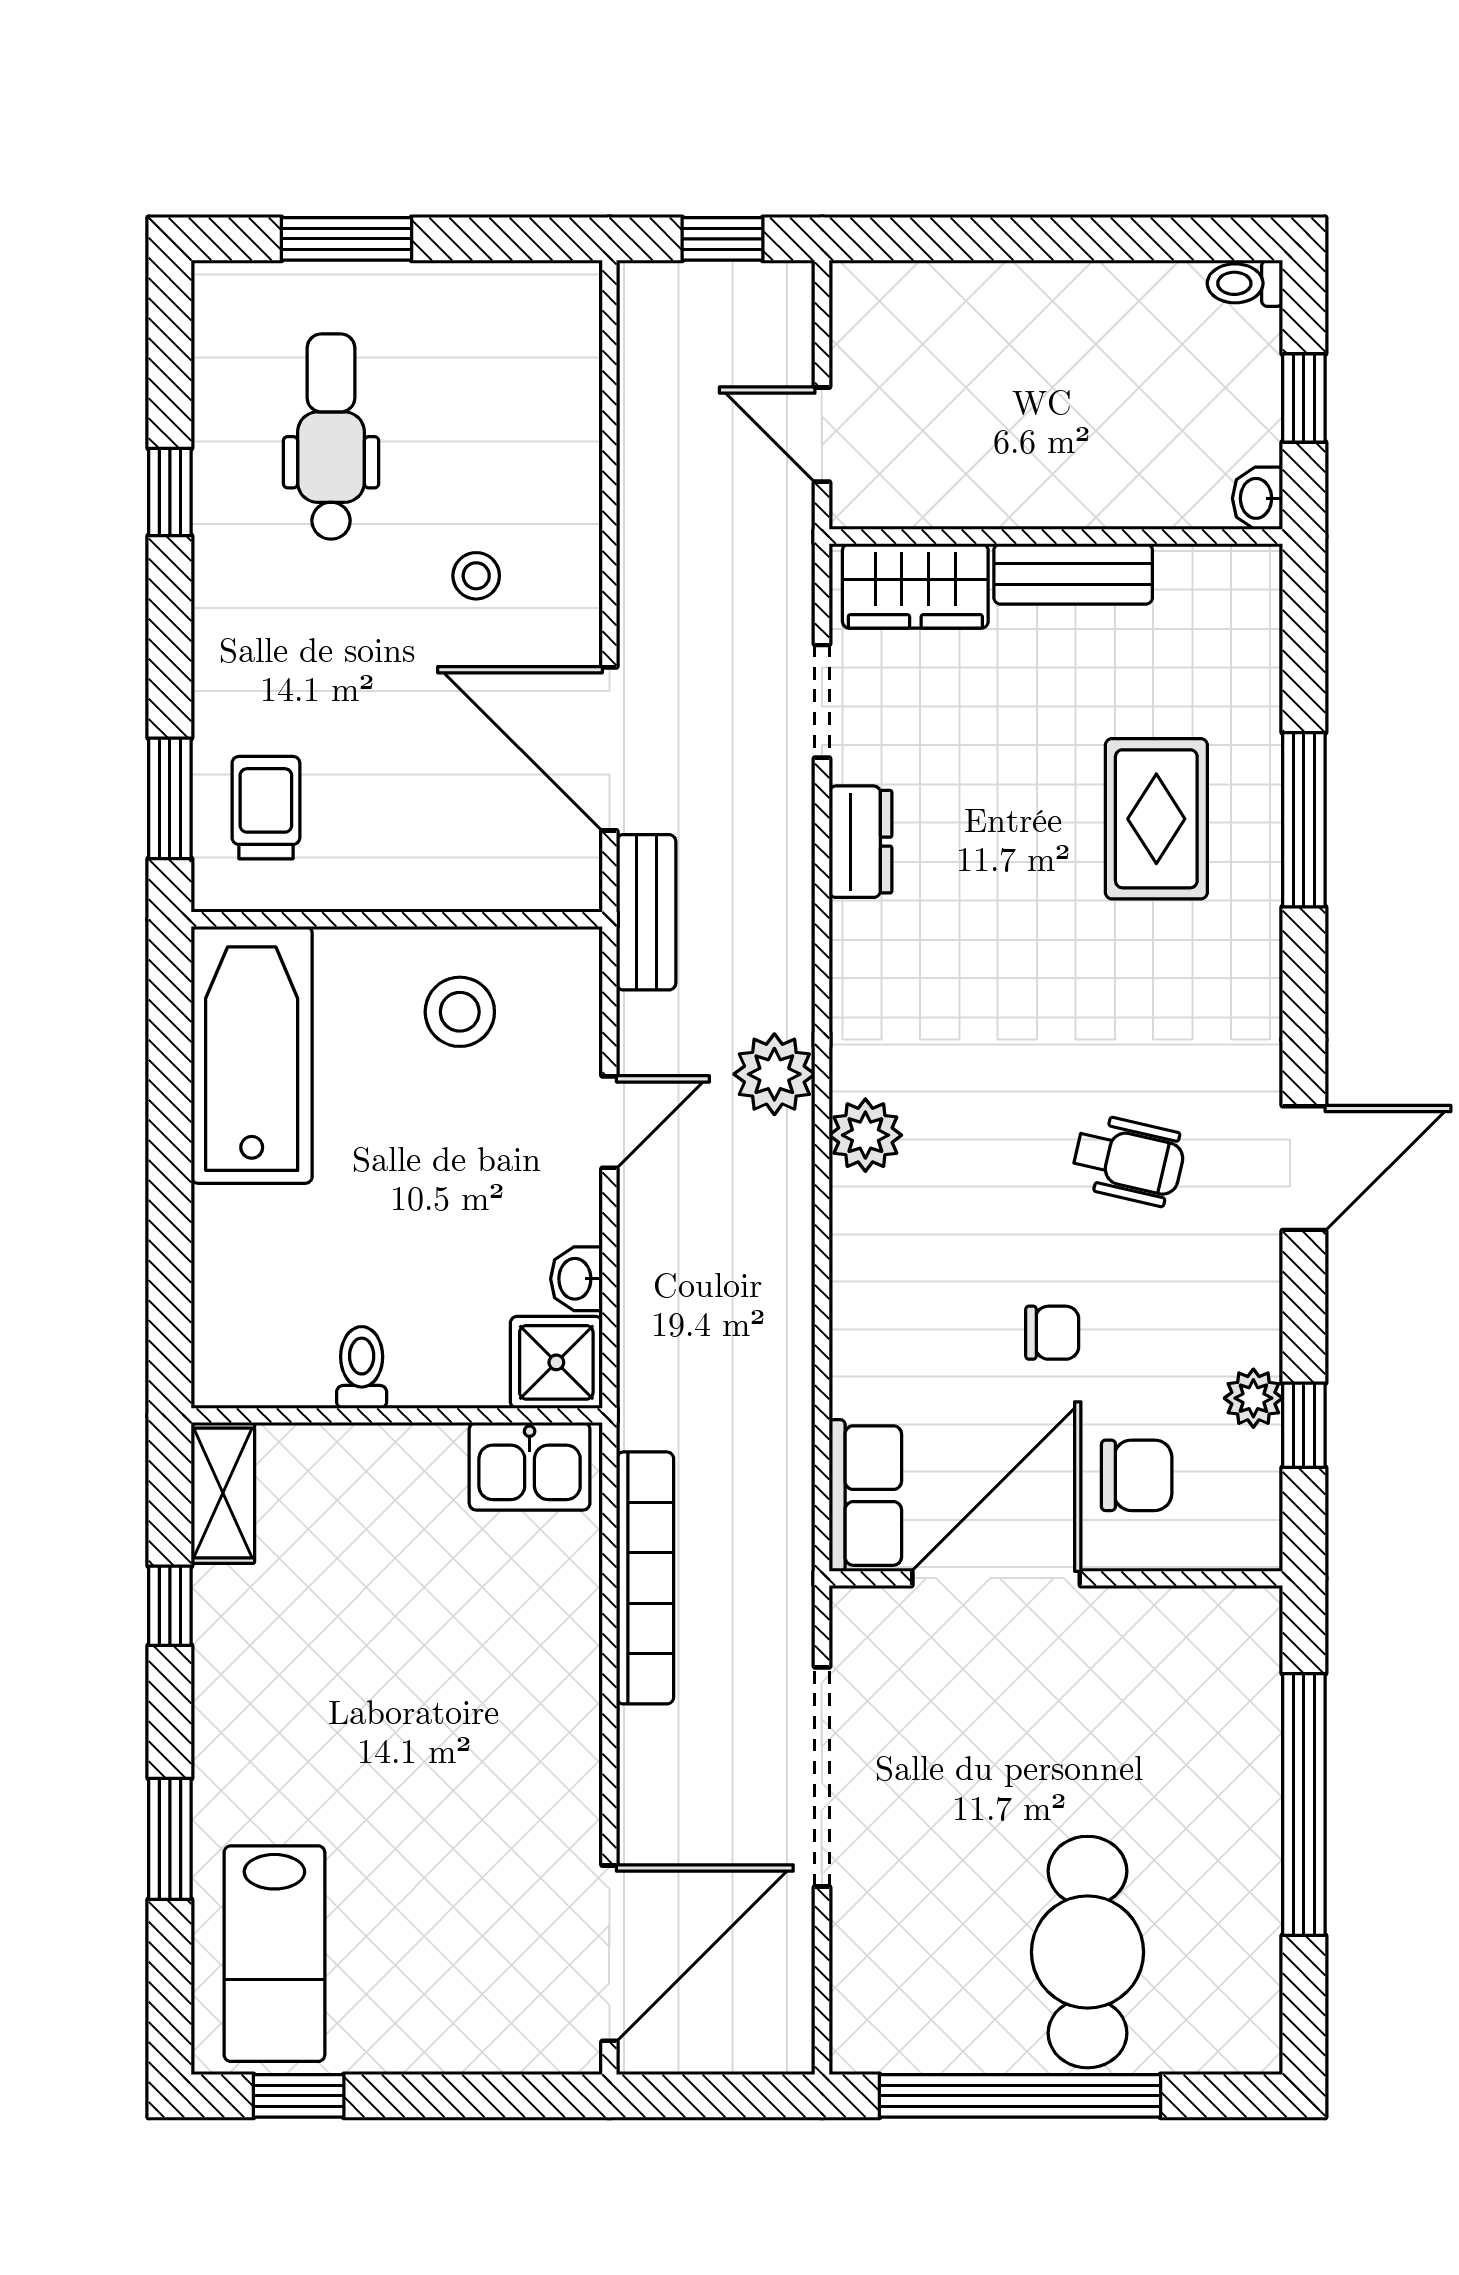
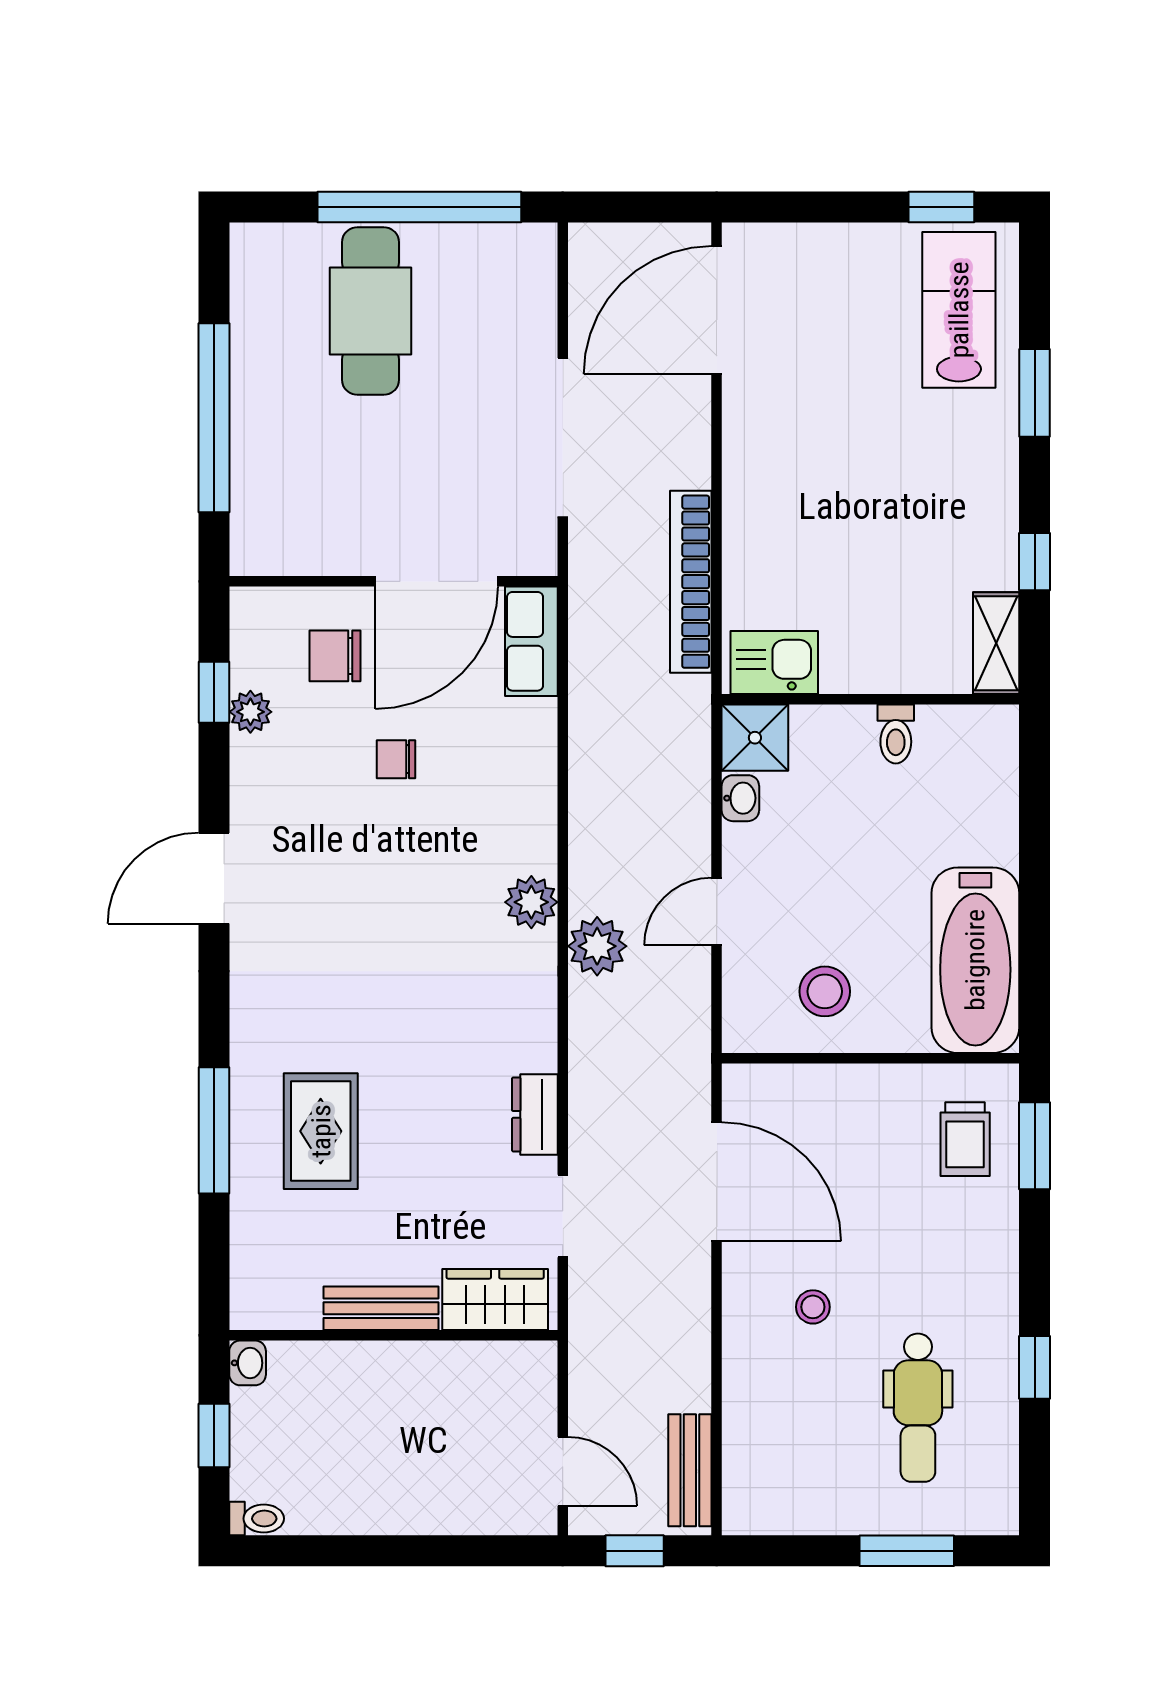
door: (822, 435) -> (563, 1471), moved
bench: (646, 912) -> (690, 1470), moved
wheelchair: (1129, 1160) -> (341, 884), removed

